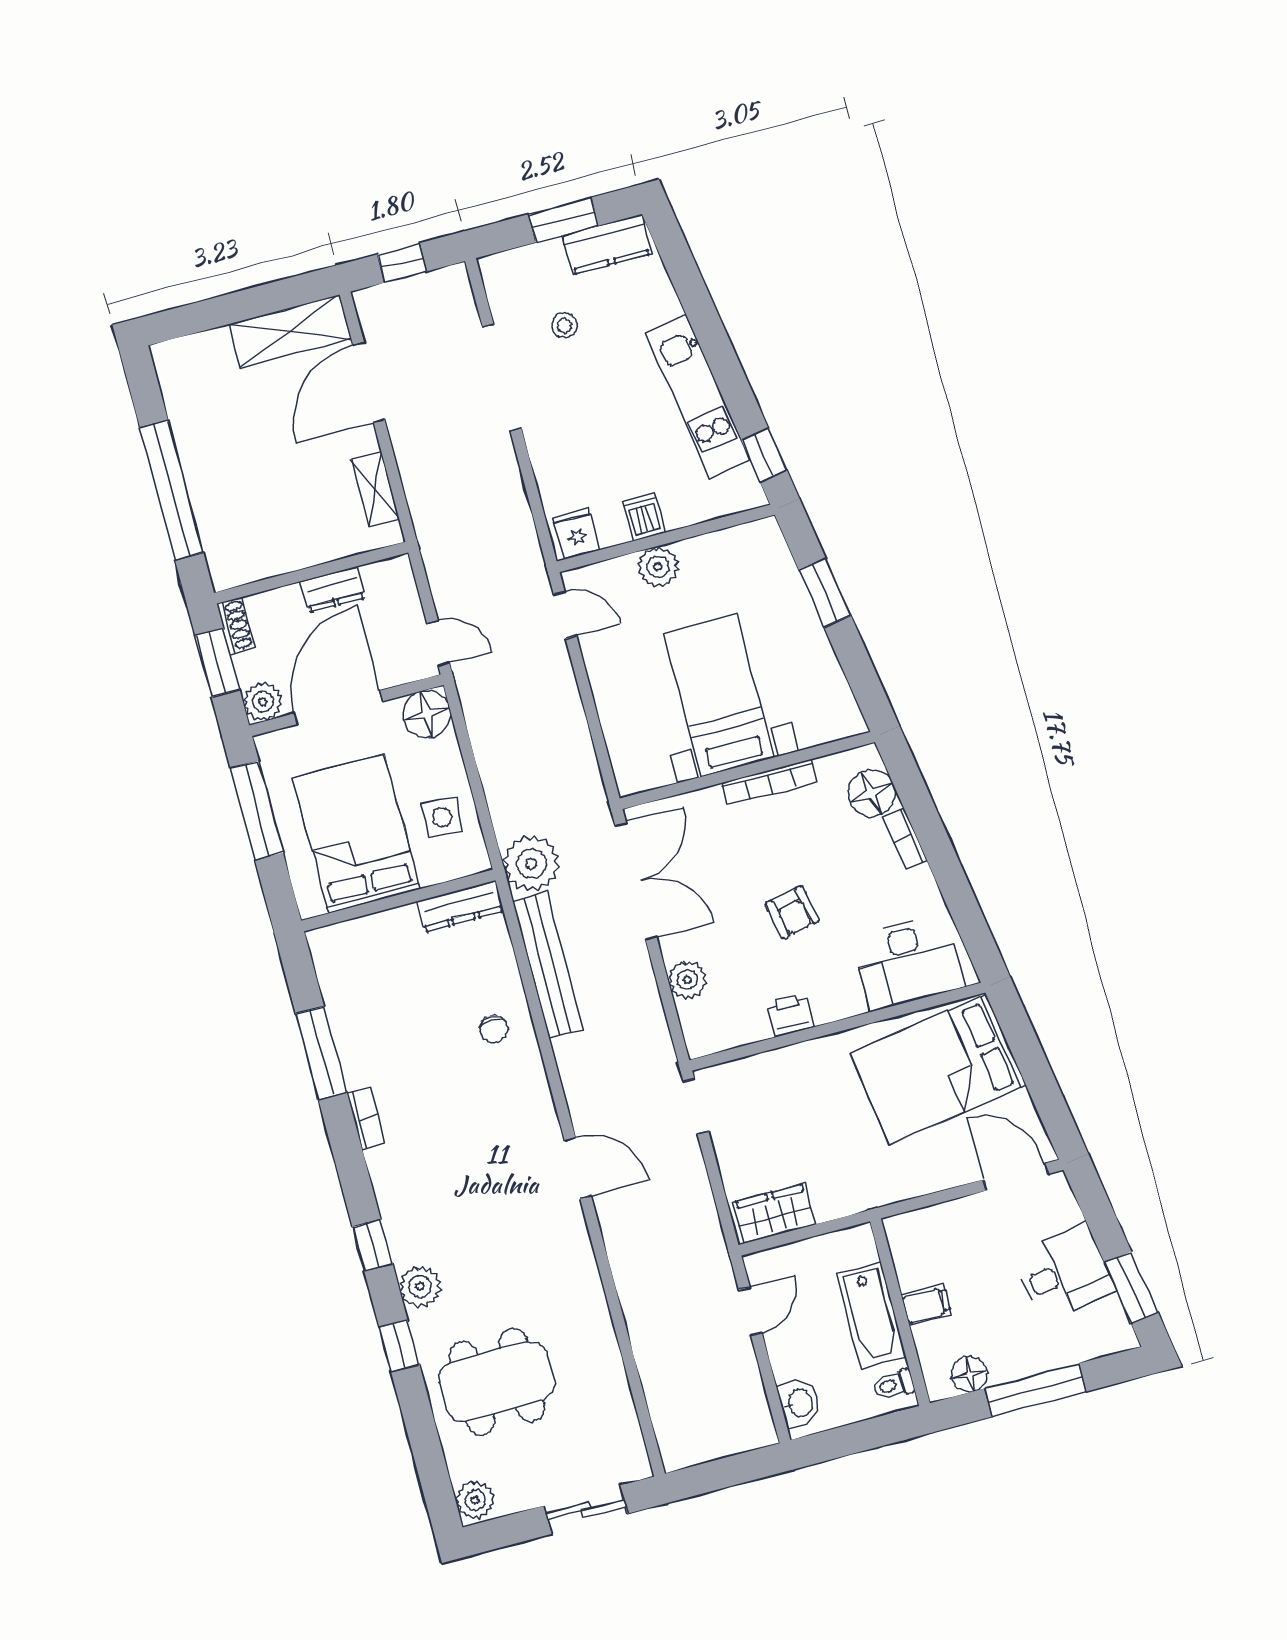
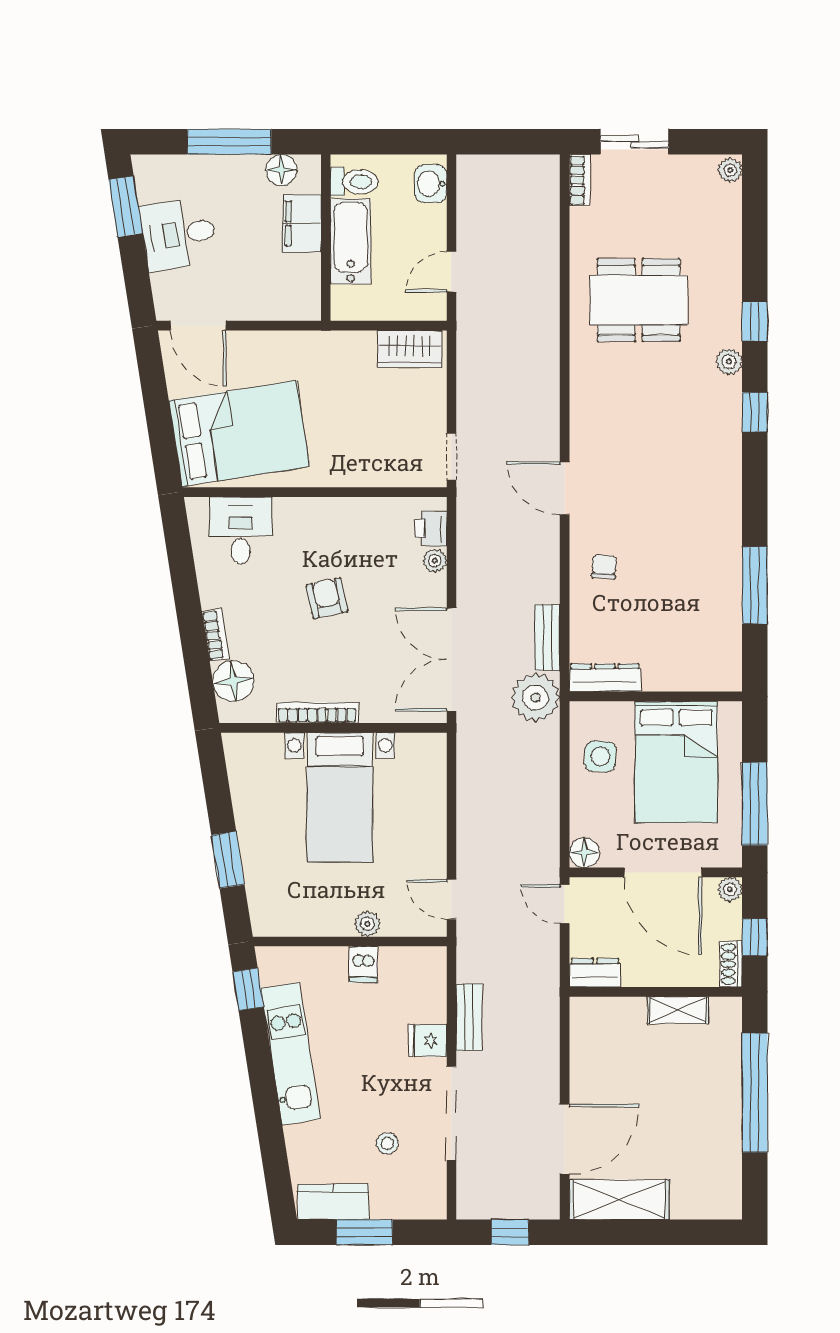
shelving: (375, 489) -> (678, 1010), moved, turned 90
bench: (511, 489) -> (469, 1017), added
fridge: (576, 533) -> (428, 1041), moved, turned 90
plant: (658, 567) -> (367, 924), width x0.73, depth x0.73
dresser: (333, 590) -> (595, 973), moved
window: (217, 662) -> (755, 937), width x0.67
plant: (263, 702) -> (730, 889), width x0.73, depth x0.73
door: (338, 707) -> (663, 872), hinge flipped
floor lamp: (427, 714) -> (584, 853), width x0.73, depth x0.73
desk: (908, 962) -> (241, 530), width x0.73
bench: (548, 965) -> (547, 638), width x0.54, depth x0.82
plant: (687, 980) -> (435, 560), width x0.73, depth x0.73
printer: (790, 1015) -> (431, 528), moved, turned 90
bookcase: (366, 1118) -> (580, 180), moved, turned 180
door: (578, 1168) -> (565, 488), moved
plant: (420, 1287) -> (729, 362), width x0.73, depth x0.73
filing cabinet: (926, 1305) -> (302, 223), width x2.00
dining table: (497, 1382) -> (639, 300), moved
toilet: (893, 1385) -> (354, 182), width x1.37, depth x1.39
plant: (475, 1500) -> (730, 170), width x0.73, depth x0.73

